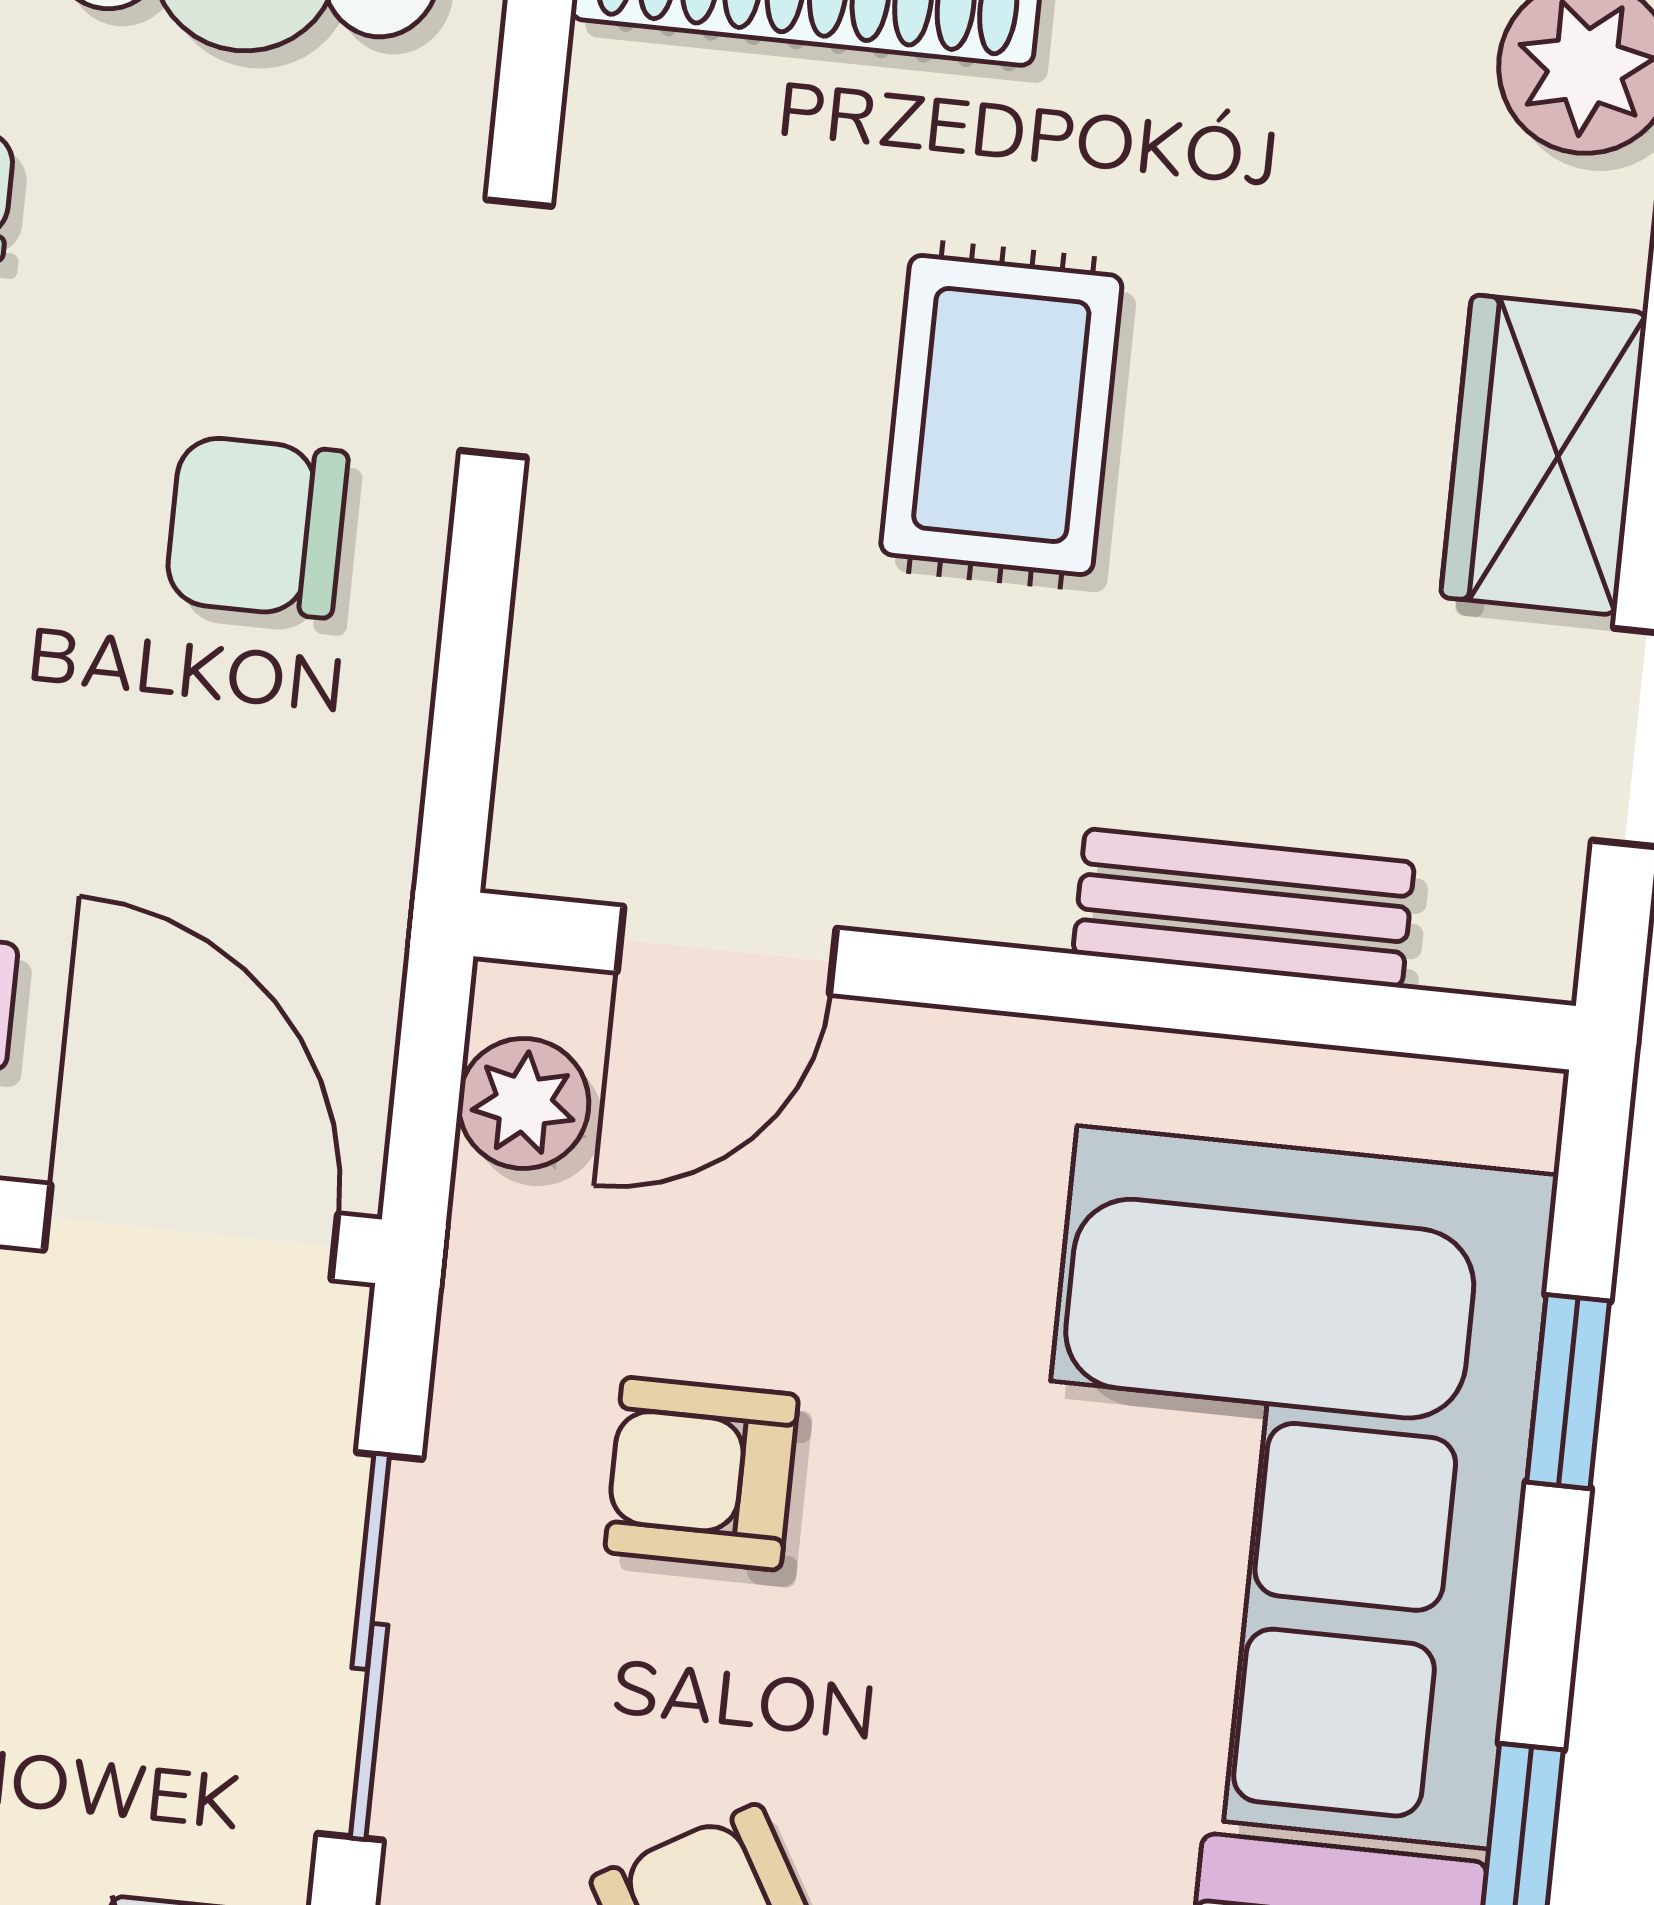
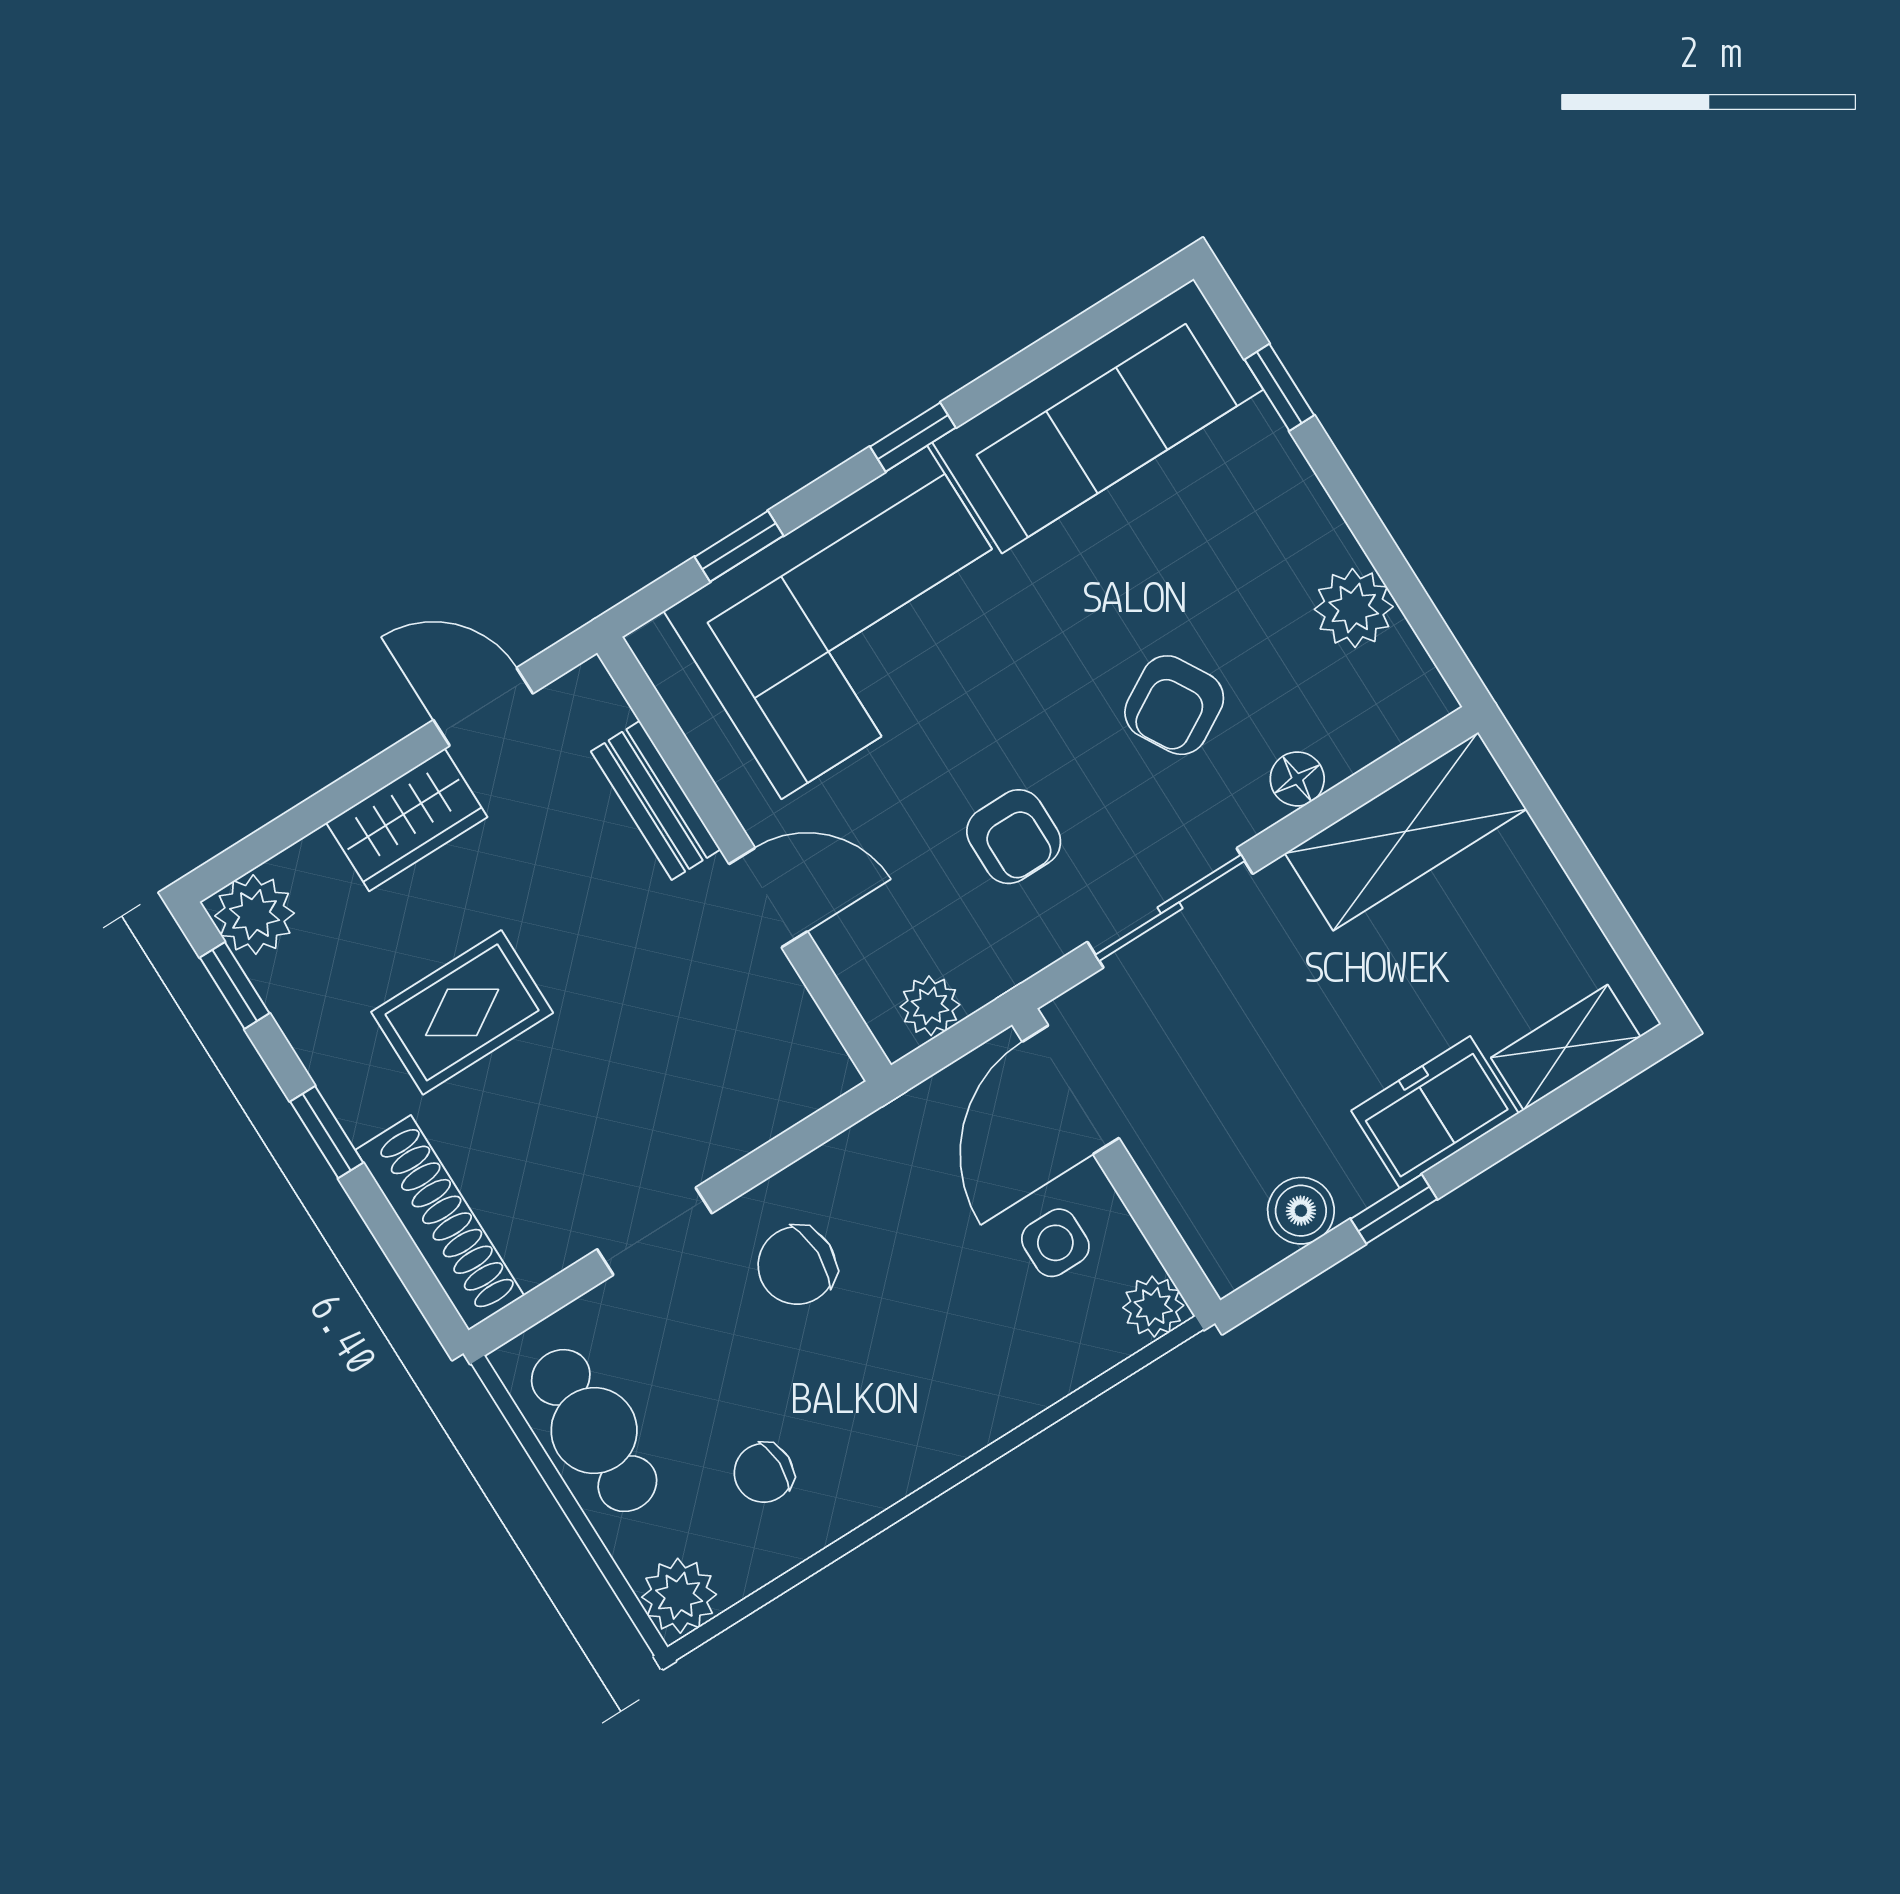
rug: (1001, 415) -> (462, 1012), moved
chair: (257, 527) -> (797, 1266), turned 90
door: (727, 950) -> (768, 898), moved

